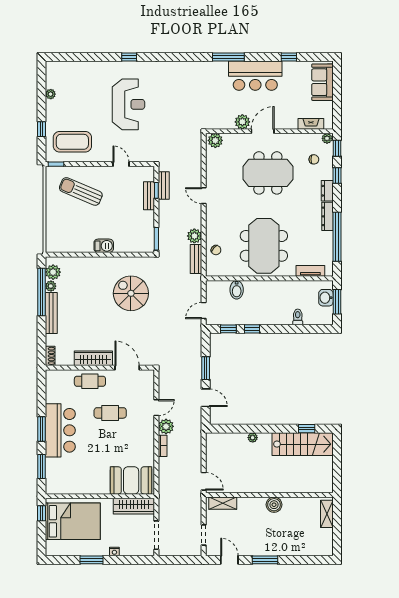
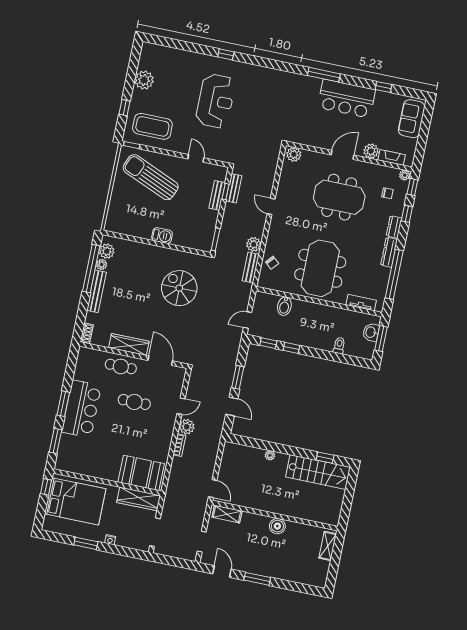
plant: (51, 94) -> (144, 80), width x1.88, depth x1.88
plant: (242, 122) -> (371, 151), moved
sun lounger: (81, 191) -> (151, 177), width x1.36, depth x1.34

